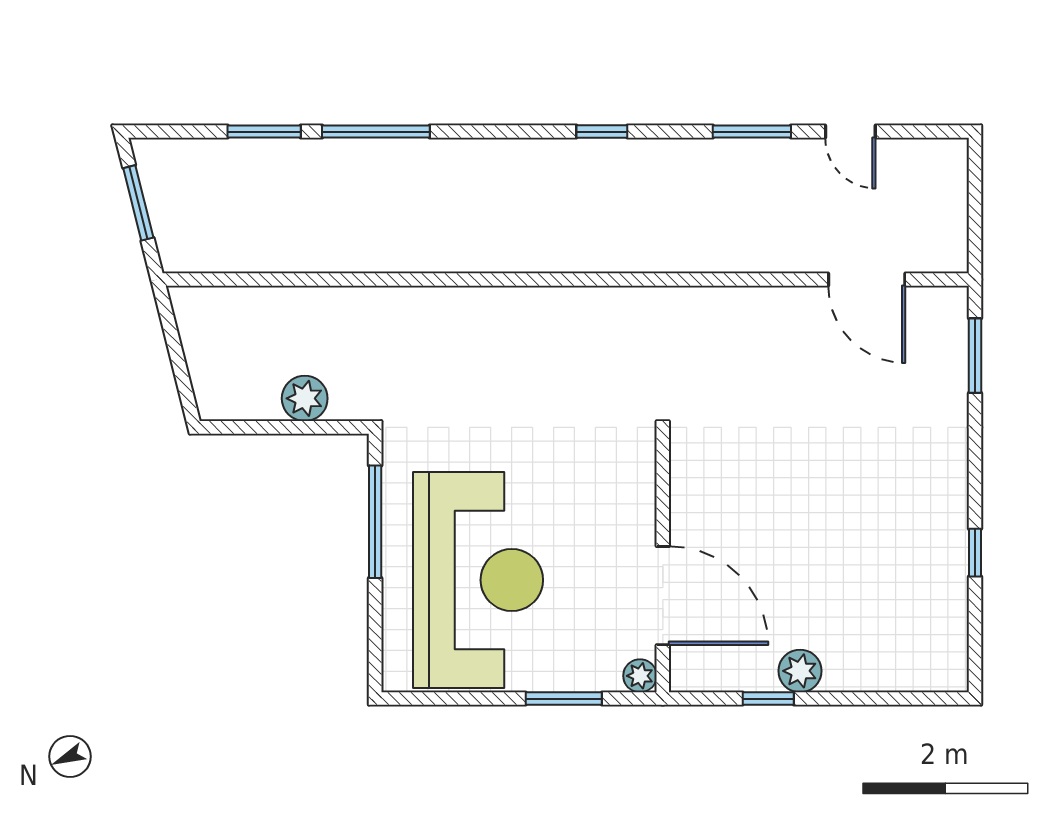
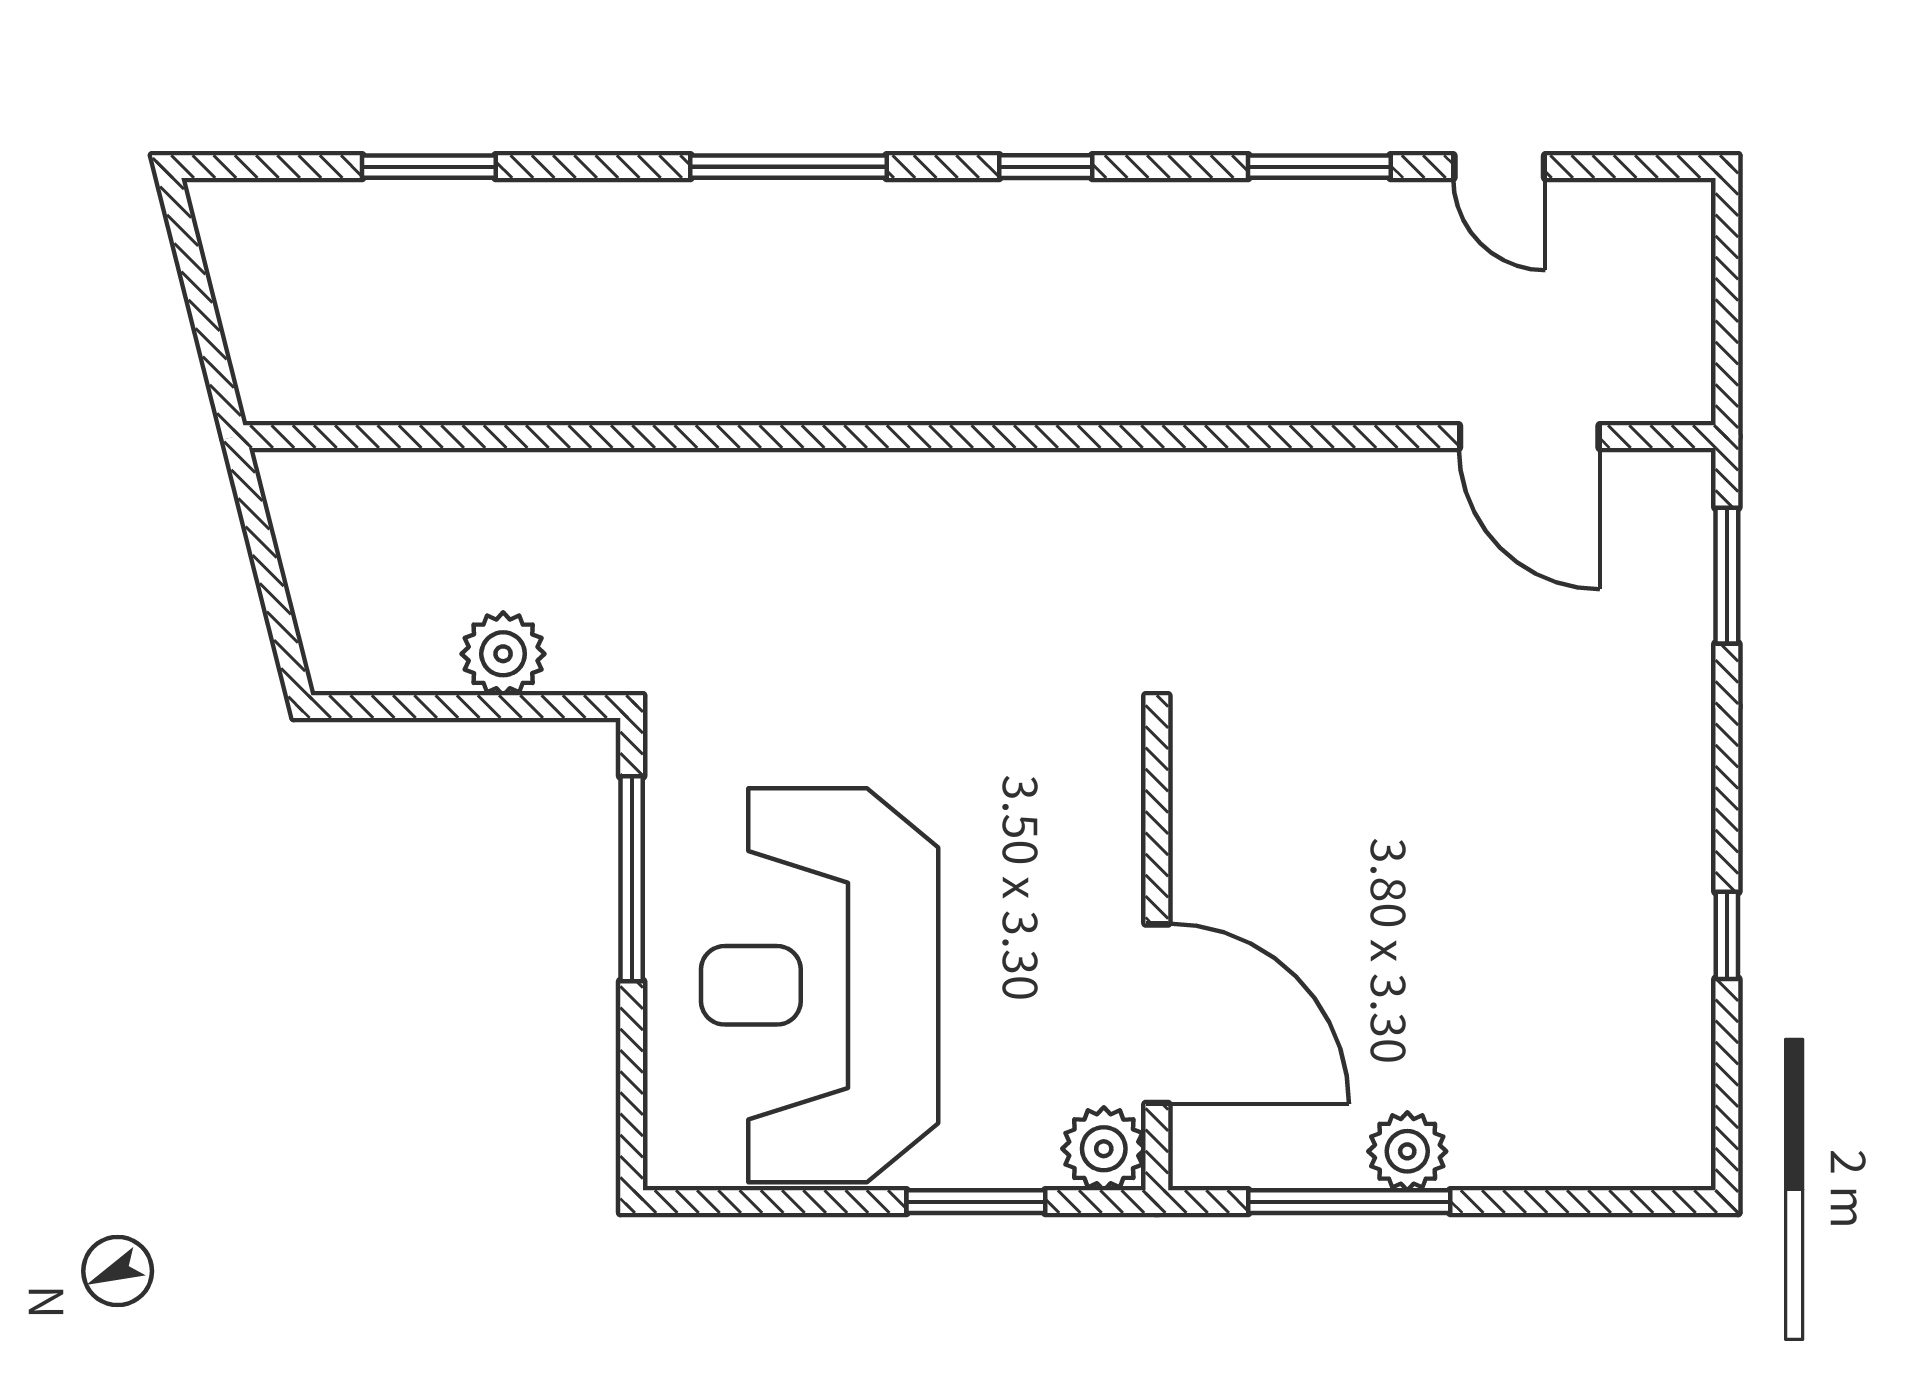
window: (376, 132) -> (788, 167), moved
window: (138, 203) -> (199, 297), removed
reception desk: (478, 580) -> (820, 985), turned 180
plant: (640, 676) -> (1104, 1149), width x1.38, depth x1.38
window: (768, 699) -> (1349, 1202), width x2.17

